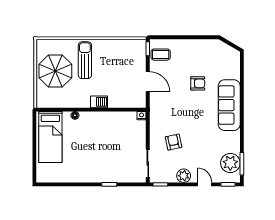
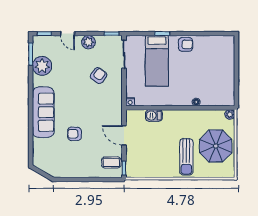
barbecue: (99, 102) -> (154, 115), moved
plant: (41, 103) -> (230, 114), added
bed: (50, 137) -> (157, 61), moved, turned 180
armchair: (173, 142) -> (99, 76), turned -132
plant: (230, 163) -> (42, 66), moved
armchair: (86, 173) -> (186, 44), added

